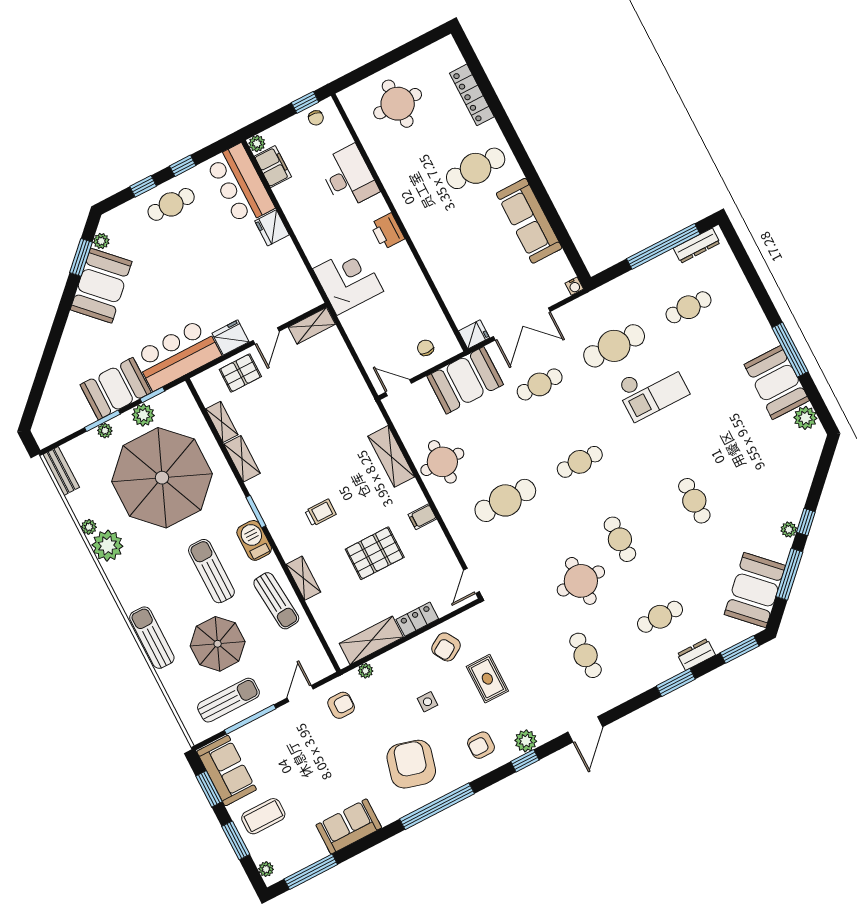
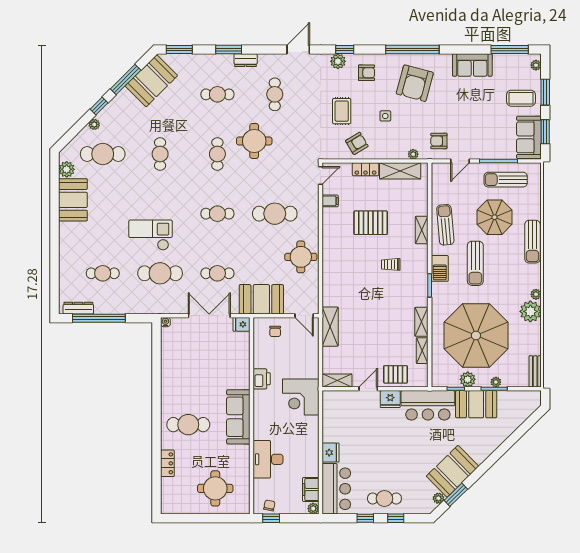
locker: (472, 95) -> (167, 463), width x0.66
sofa: (529, 221) -> (238, 417), moved, turned 180
printer: (387, 231) -> (262, 379), moved
window: (790, 350) -> (54, 216), removed
shelving: (391, 456) -> (330, 327), moved
cafe table: (769, 462) -> (103, 154), added
filing cabinet: (422, 517) -> (330, 201), moved
plant: (89, 527) -> (536, 294), moved
plant: (789, 529) -> (94, 124), moved
dresser: (696, 654) -> (246, 60), moved

